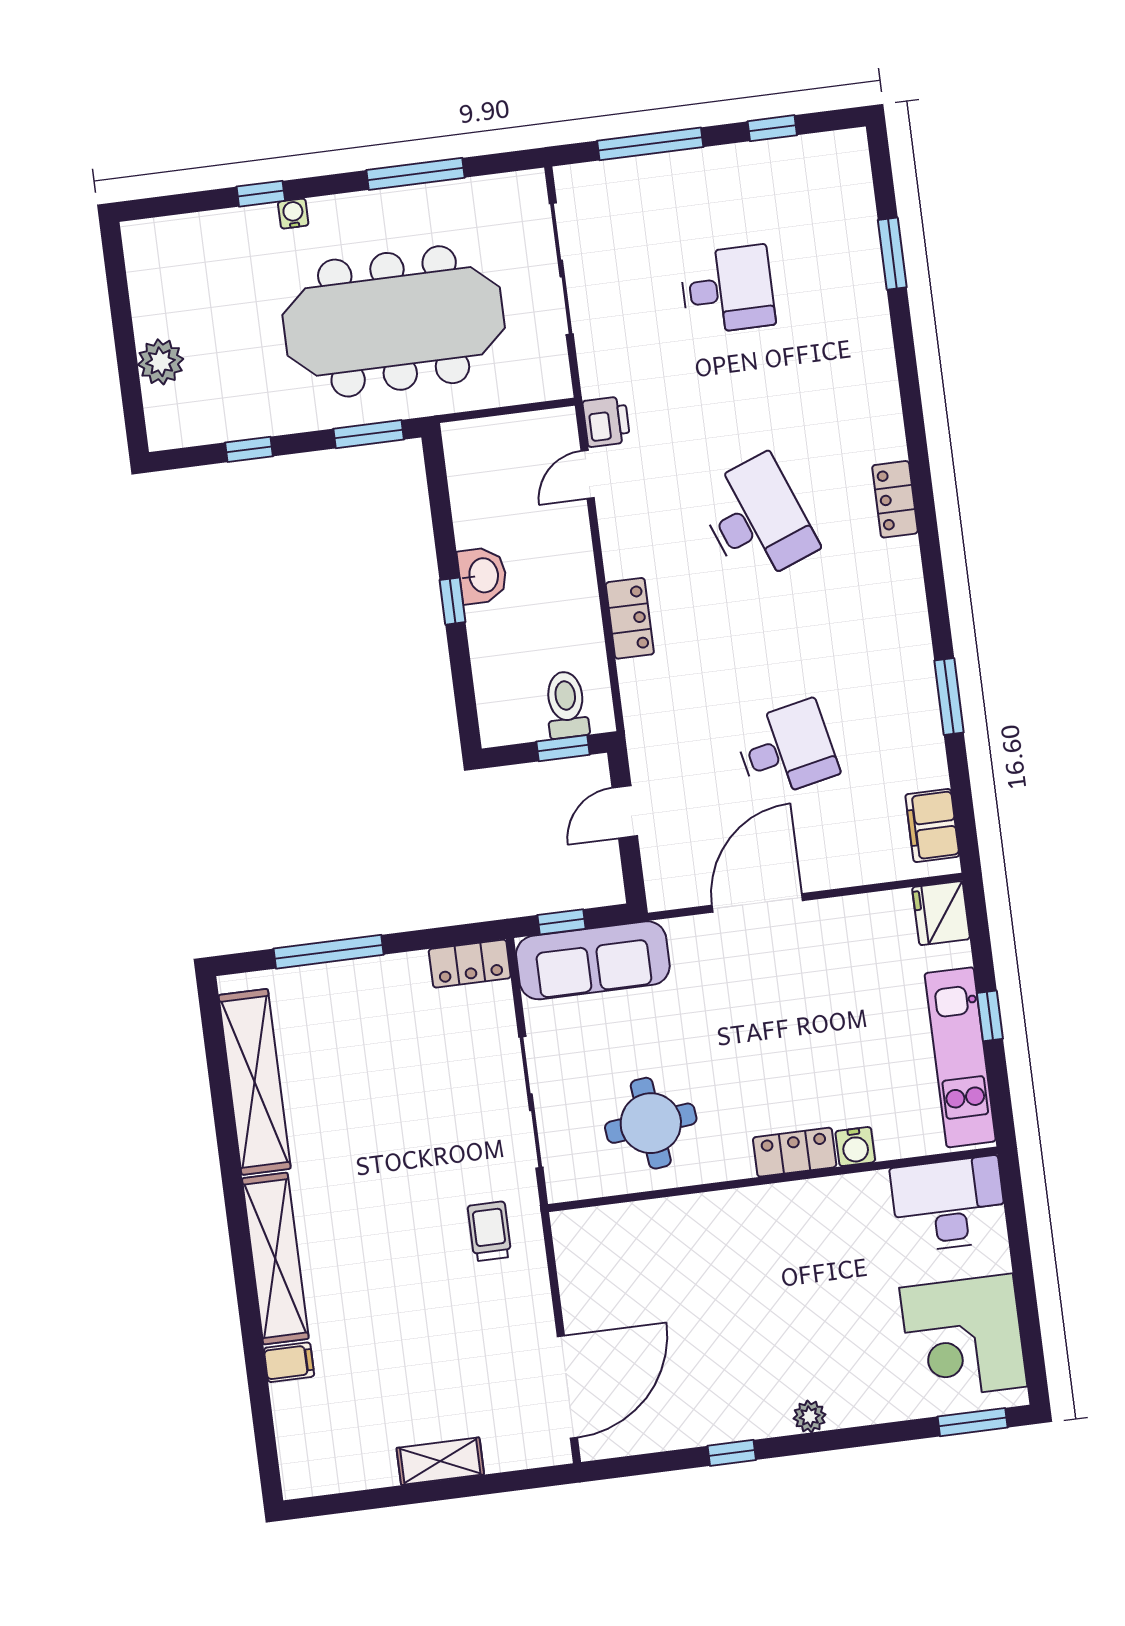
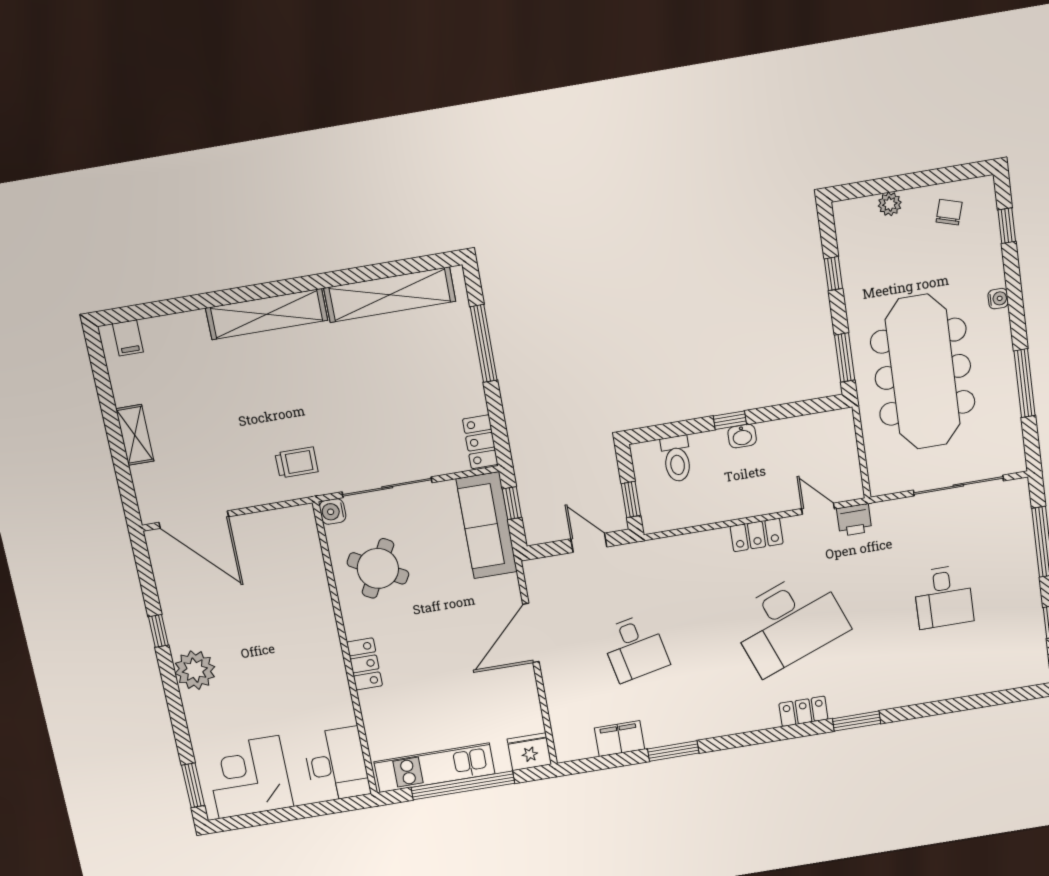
window: (261, 194) -> (1007, 226), moved
window: (892, 254) -> (857, 721), moved
chair: (169, 285) -> (949, 212), added
plant: (161, 362) -> (890, 204), width x0.73, depth x0.73
desk: (757, 520) -> (789, 622), width x1.36, depth x1.30
washbasin: (482, 575) -> (742, 436), width x0.72, depth x0.69
locker: (630, 618) -> (757, 535), moved
toilet: (566, 705) -> (677, 459), moved, turned 90
filing cabinet: (932, 826) -> (620, 739), moved
door: (757, 903) -> (531, 633), swing flipped
window: (990, 1016) -> (463, 785), width x3.17
round table: (651, 1123) -> (378, 568), turned 35
water cooler: (855, 1147) -> (333, 512), moved
filing cabinet: (289, 1362) -> (128, 338), moved
plant: (810, 1416) -> (195, 670), width x1.88, depth x1.88

